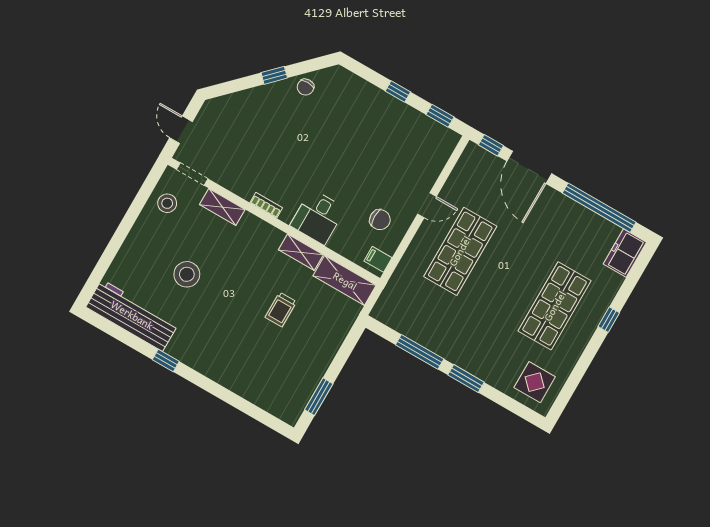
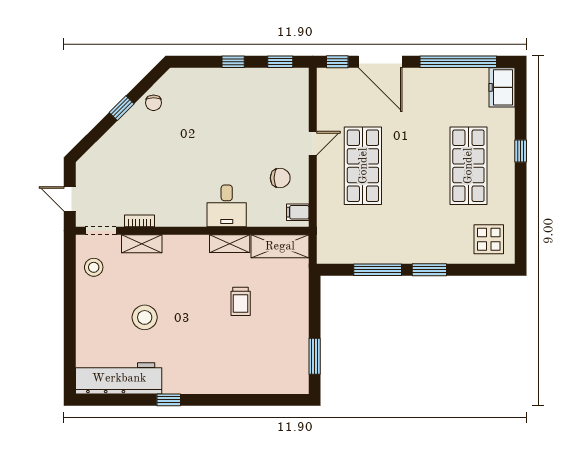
bookcase: (266, 205) -> (139, 221), moved

